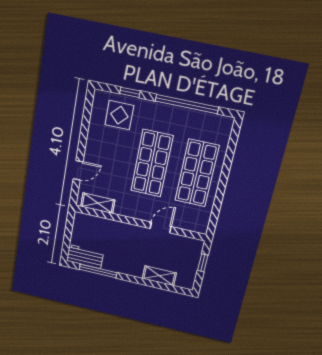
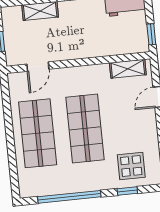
window: (69, 225) -> (151, 34), added
door: (161, 228) -> (38, 67), moved

